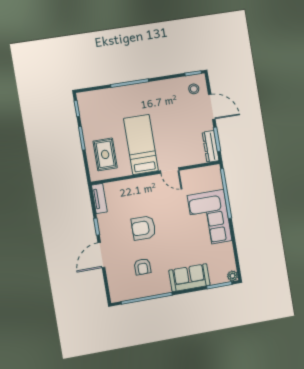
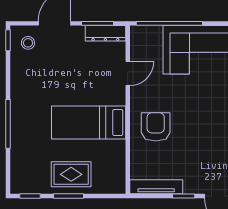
rug: (105, 154) -> (71, 174), moved
door: (170, 170) -> (128, 73), moved
tv unit: (99, 199) -> (156, 187), width x1.41
armchair: (144, 228) -> (156, 127), moved, turned 180

